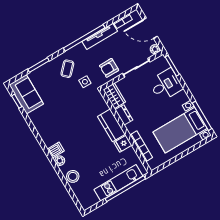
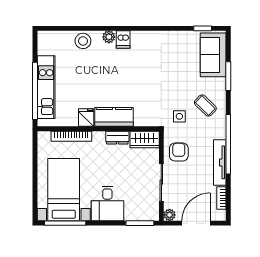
desk: (166, 85) -> (107, 203), moved
sofa: (26, 94) -> (213, 55), moved, turned 90

